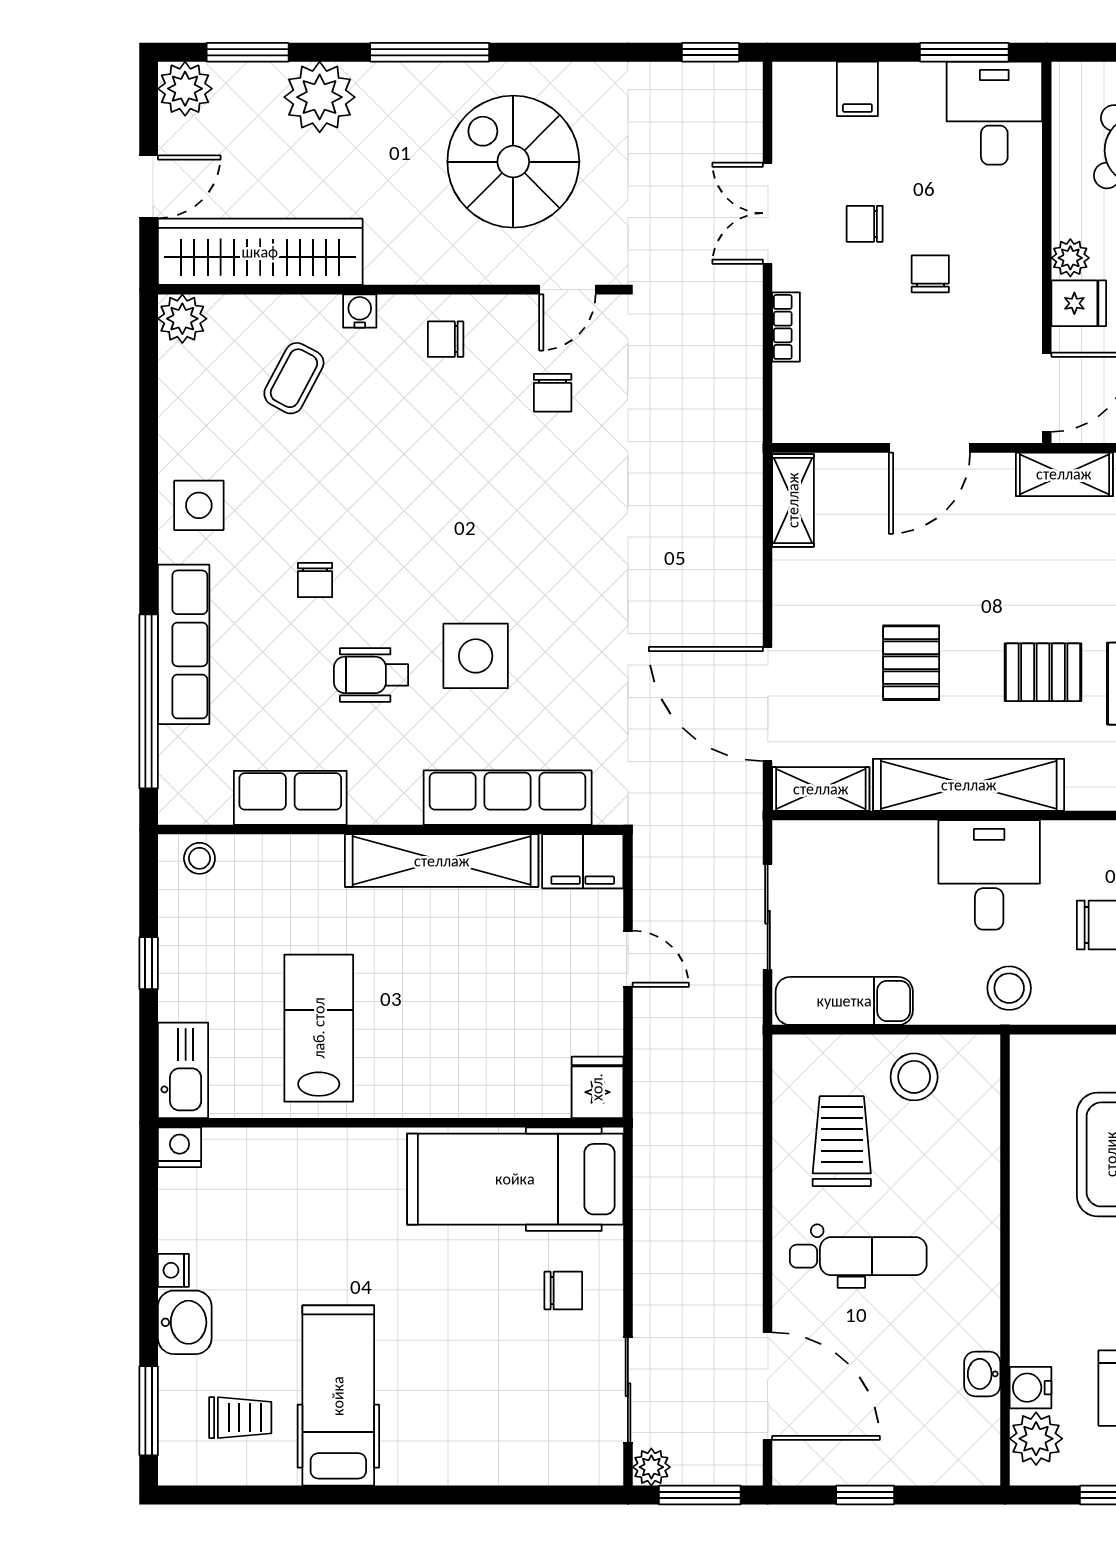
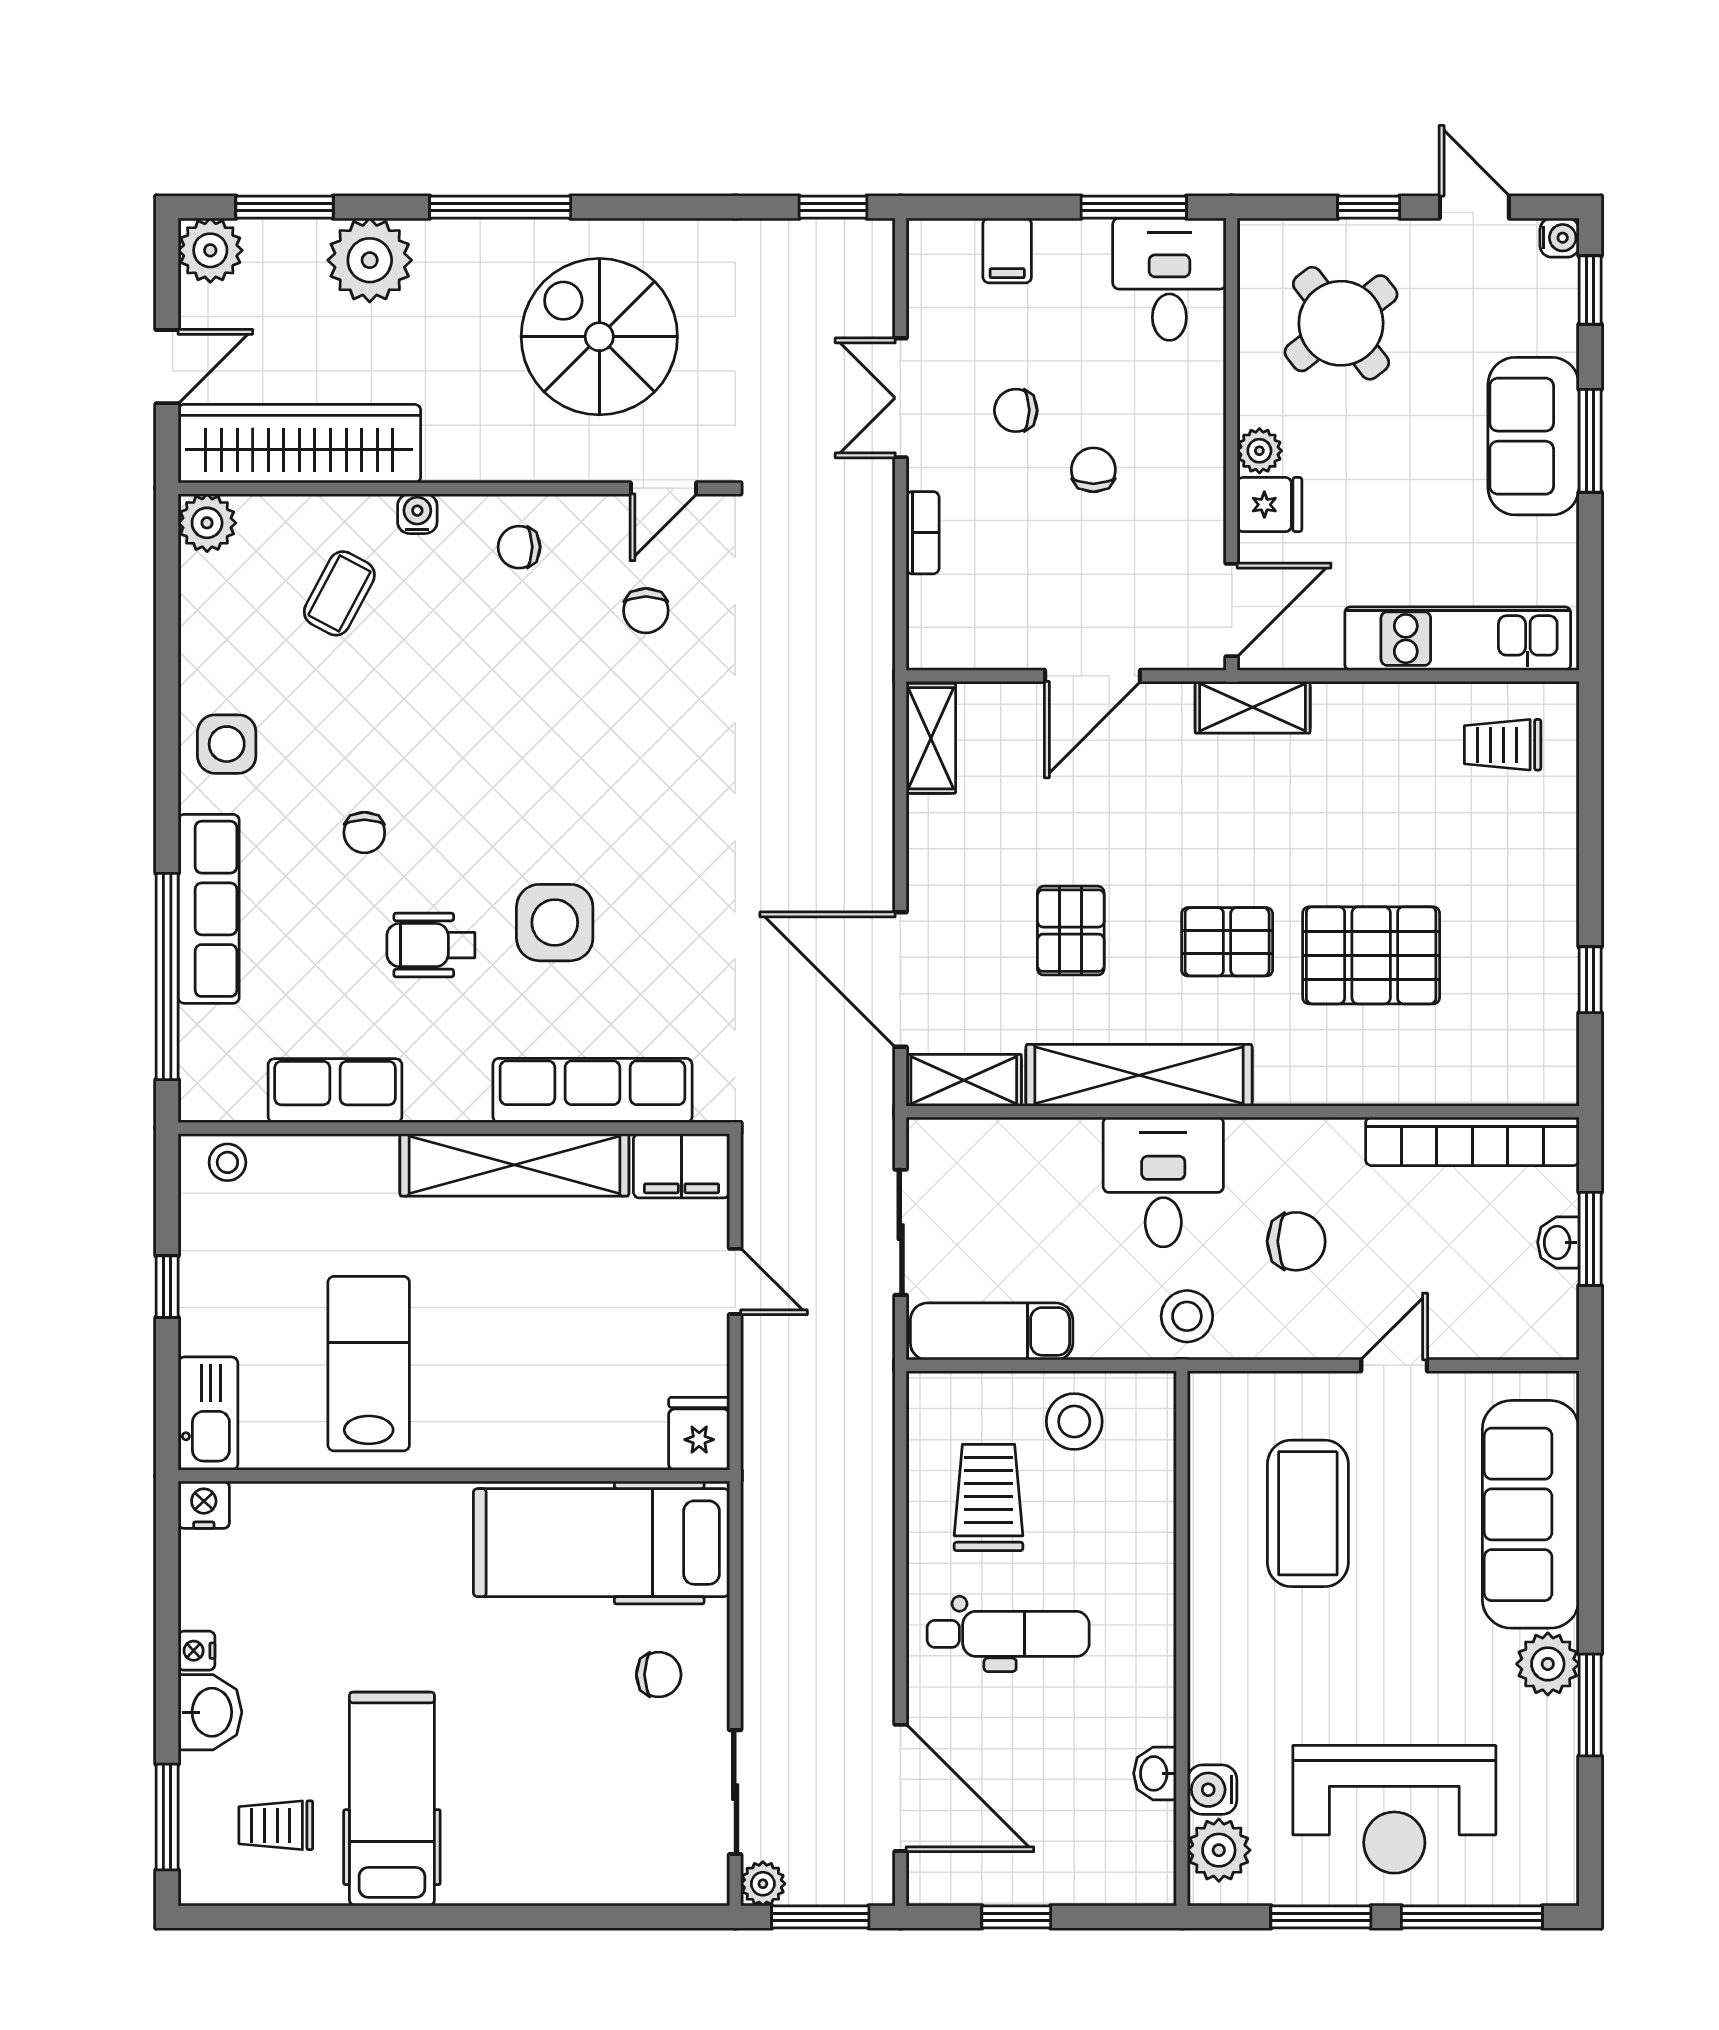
trolley: (240, 1418) -> (276, 1825), turned 180

